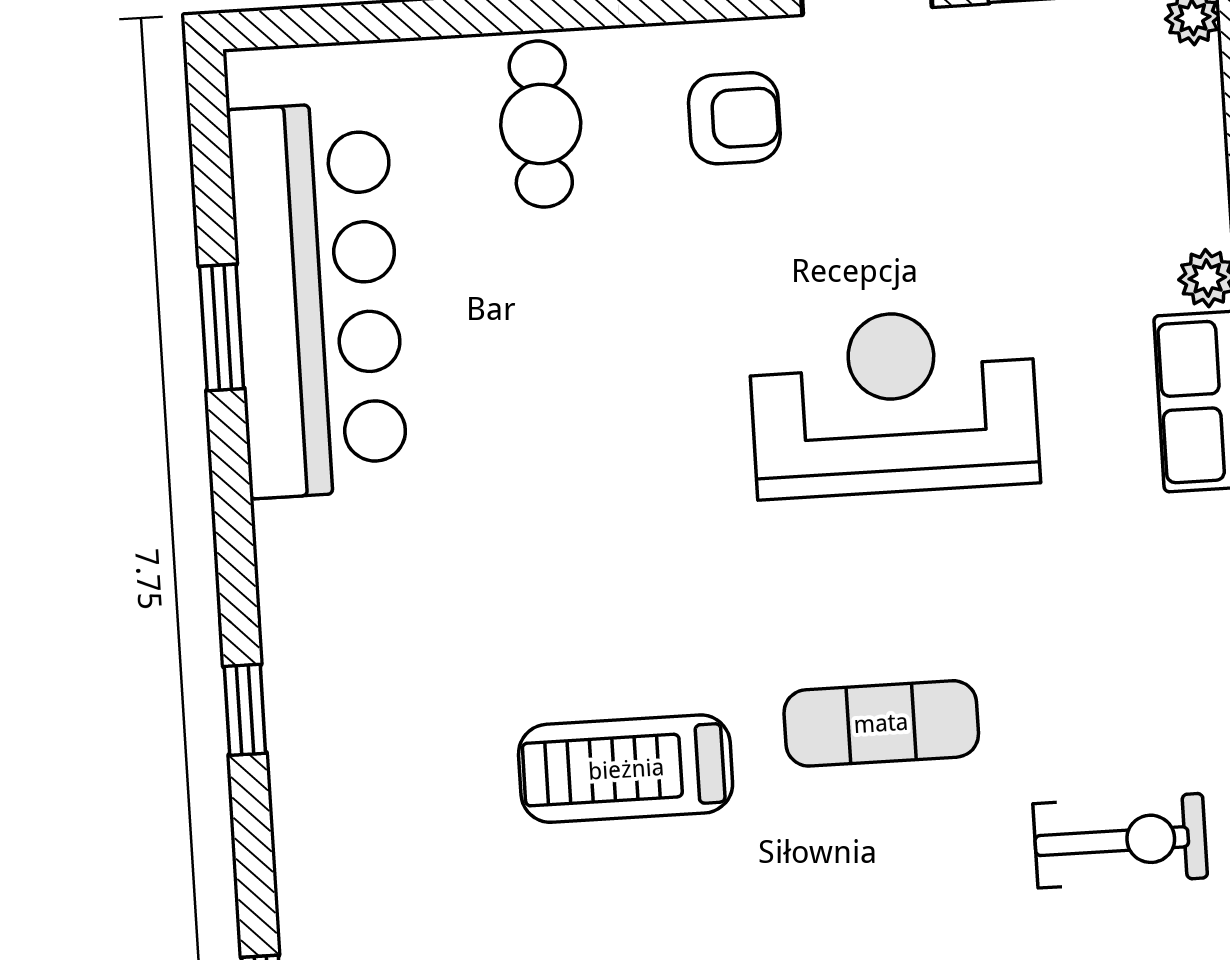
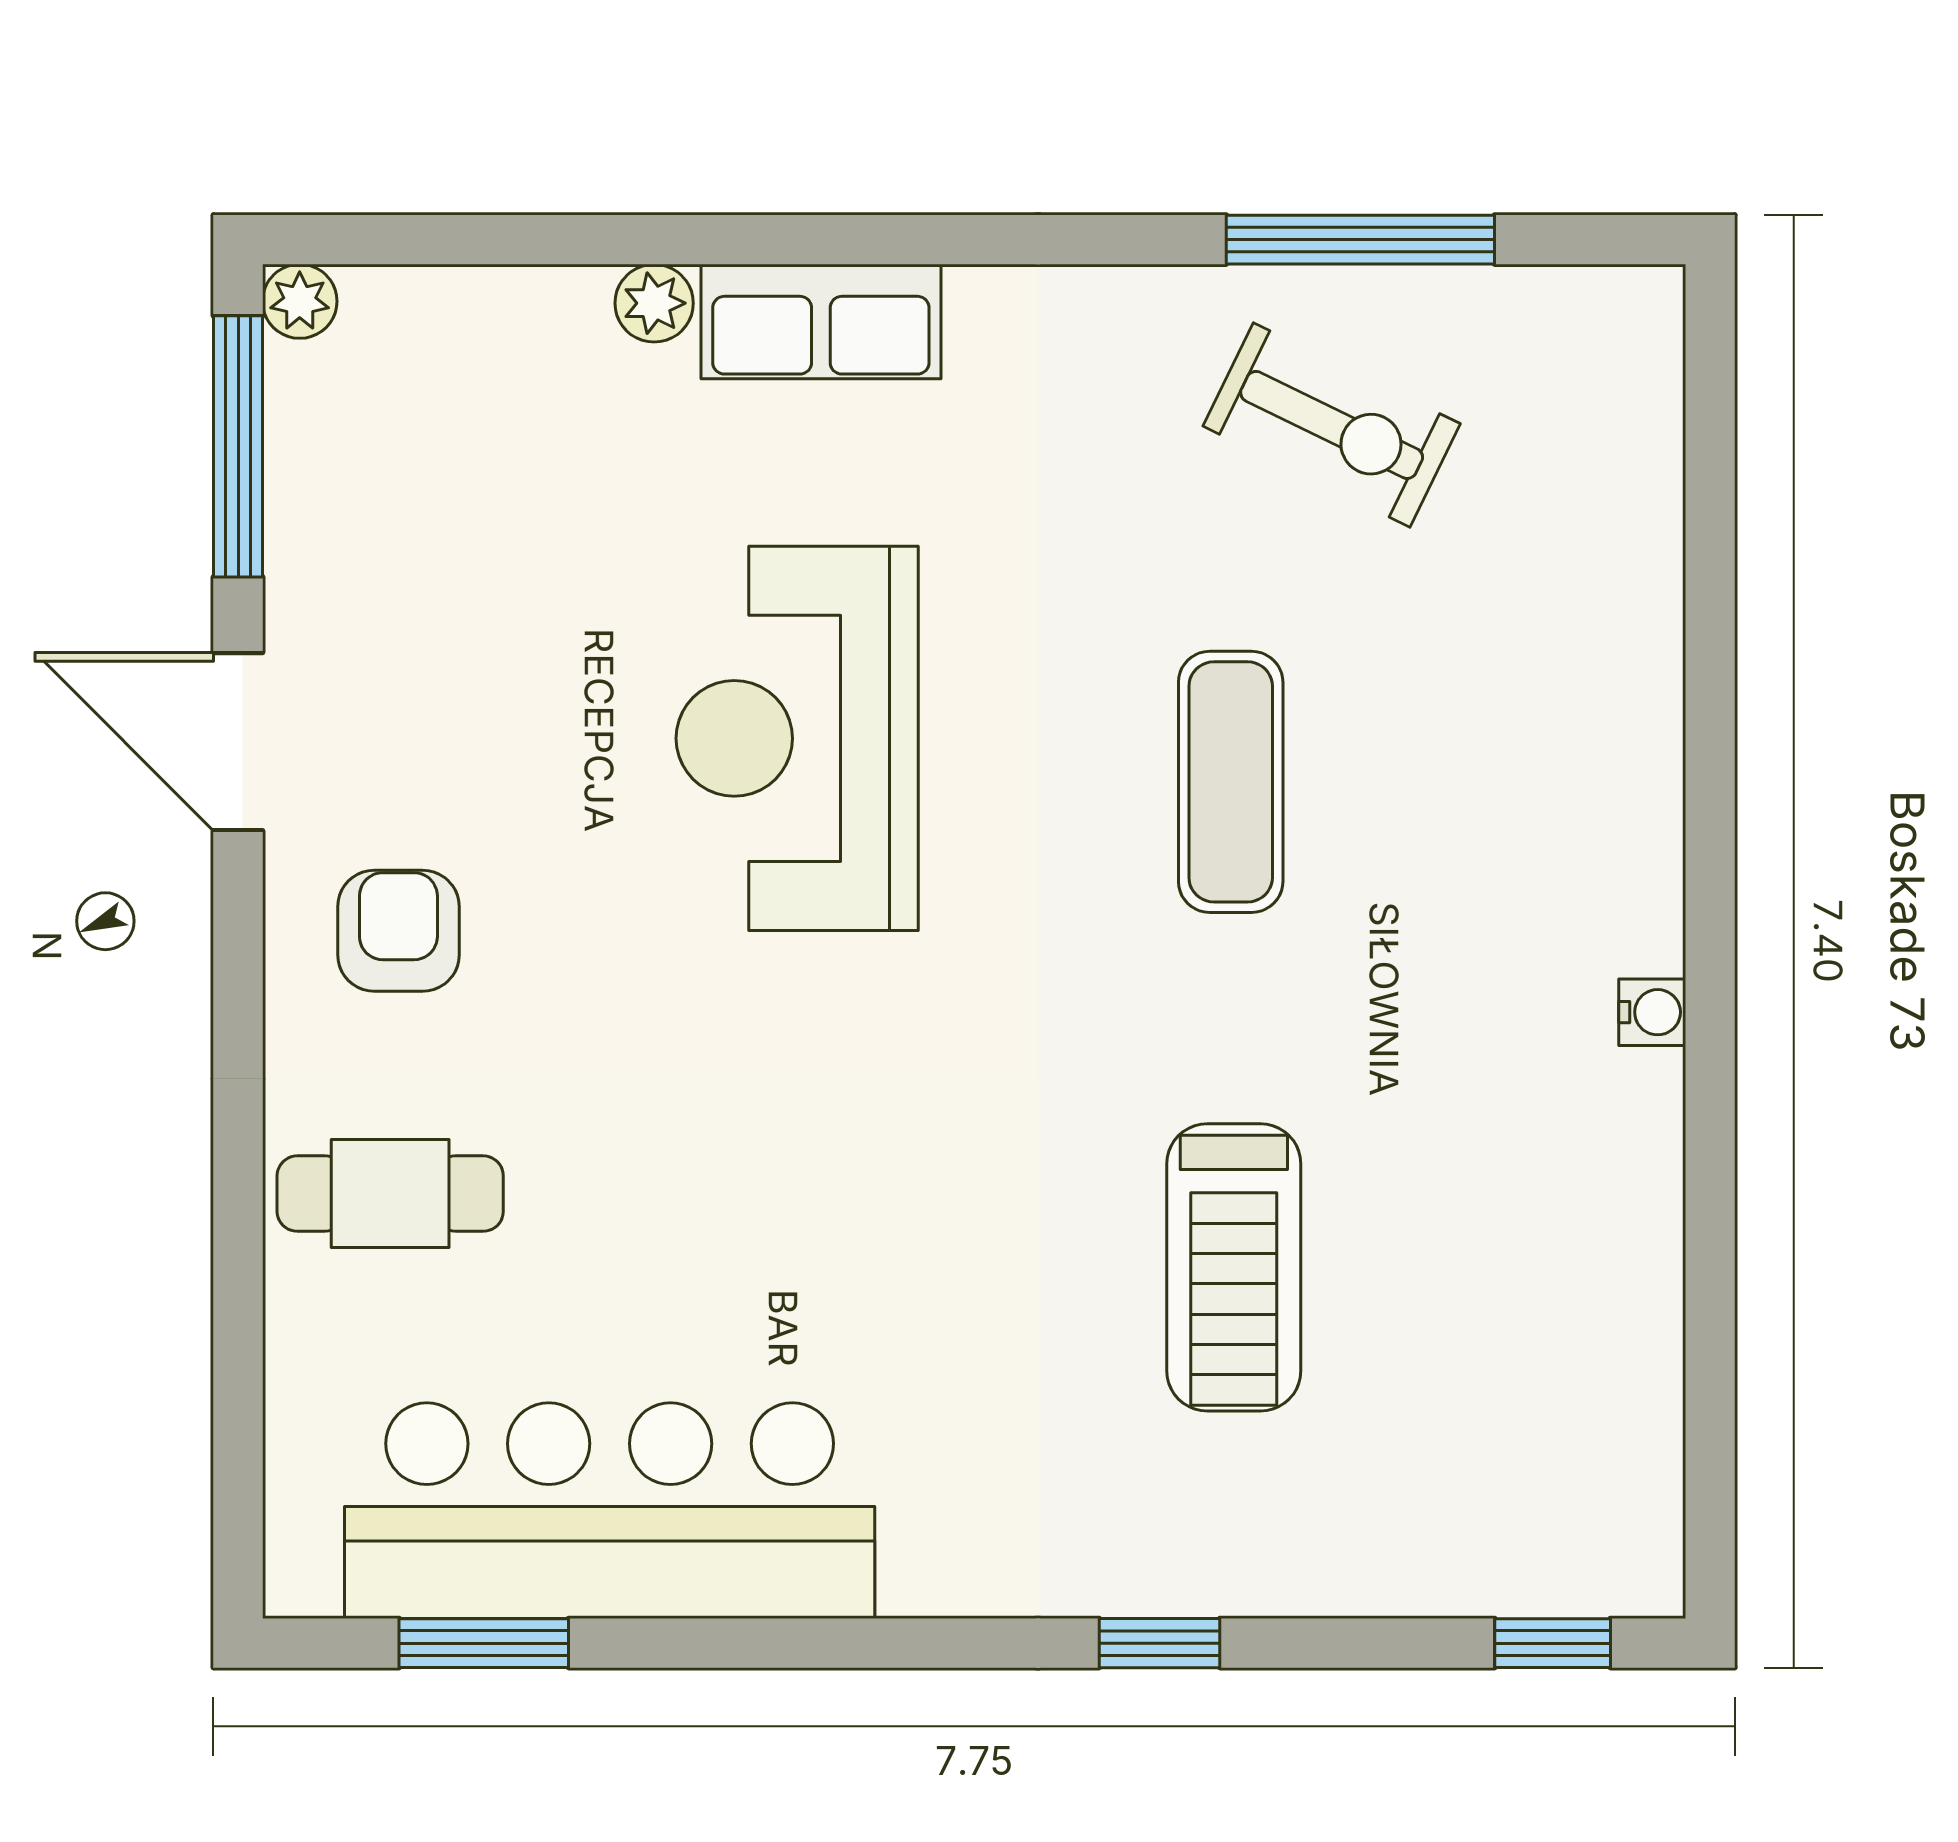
window: (222, 327) -> (484, 1643), moved
treadmill: (626, 769) -> (1234, 1267), moved
exercise bike: (1120, 841) -> (1332, 425), moved, turned 116

